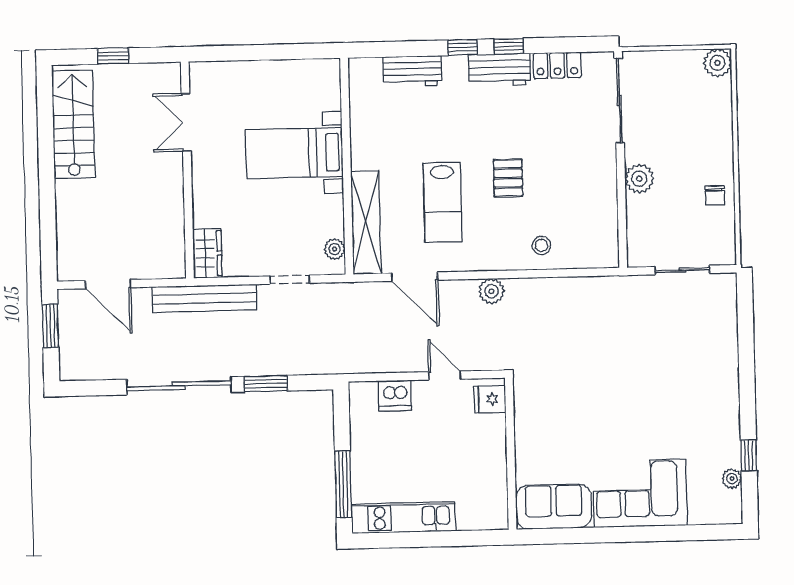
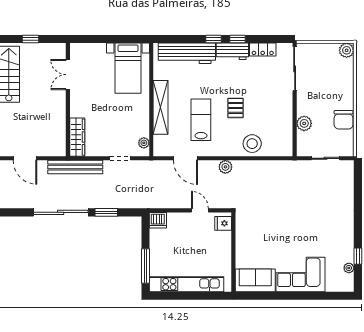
workbench: (412, 71) -> (187, 53), width x1.88, depth x1.32
bed with nightstands: (294, 153) -> (128, 68), moved, turned -90
plant: (639, 179) -> (304, 123), moved
chair: (715, 196) -> (344, 120), width x1.87, depth x1.87
lab bench: (443, 202) -> (201, 120), turned 180
shelving: (366, 223) -> (161, 107), moved
stool: (541, 245) -> (252, 144), width x1.89, depth x1.89
wardrobe: (207, 253) -> (77, 137), width x1.50
dishwasher: (395, 396) -> (158, 220), moved
kitchen unit: (404, 518) -> (186, 284), width x1.36

